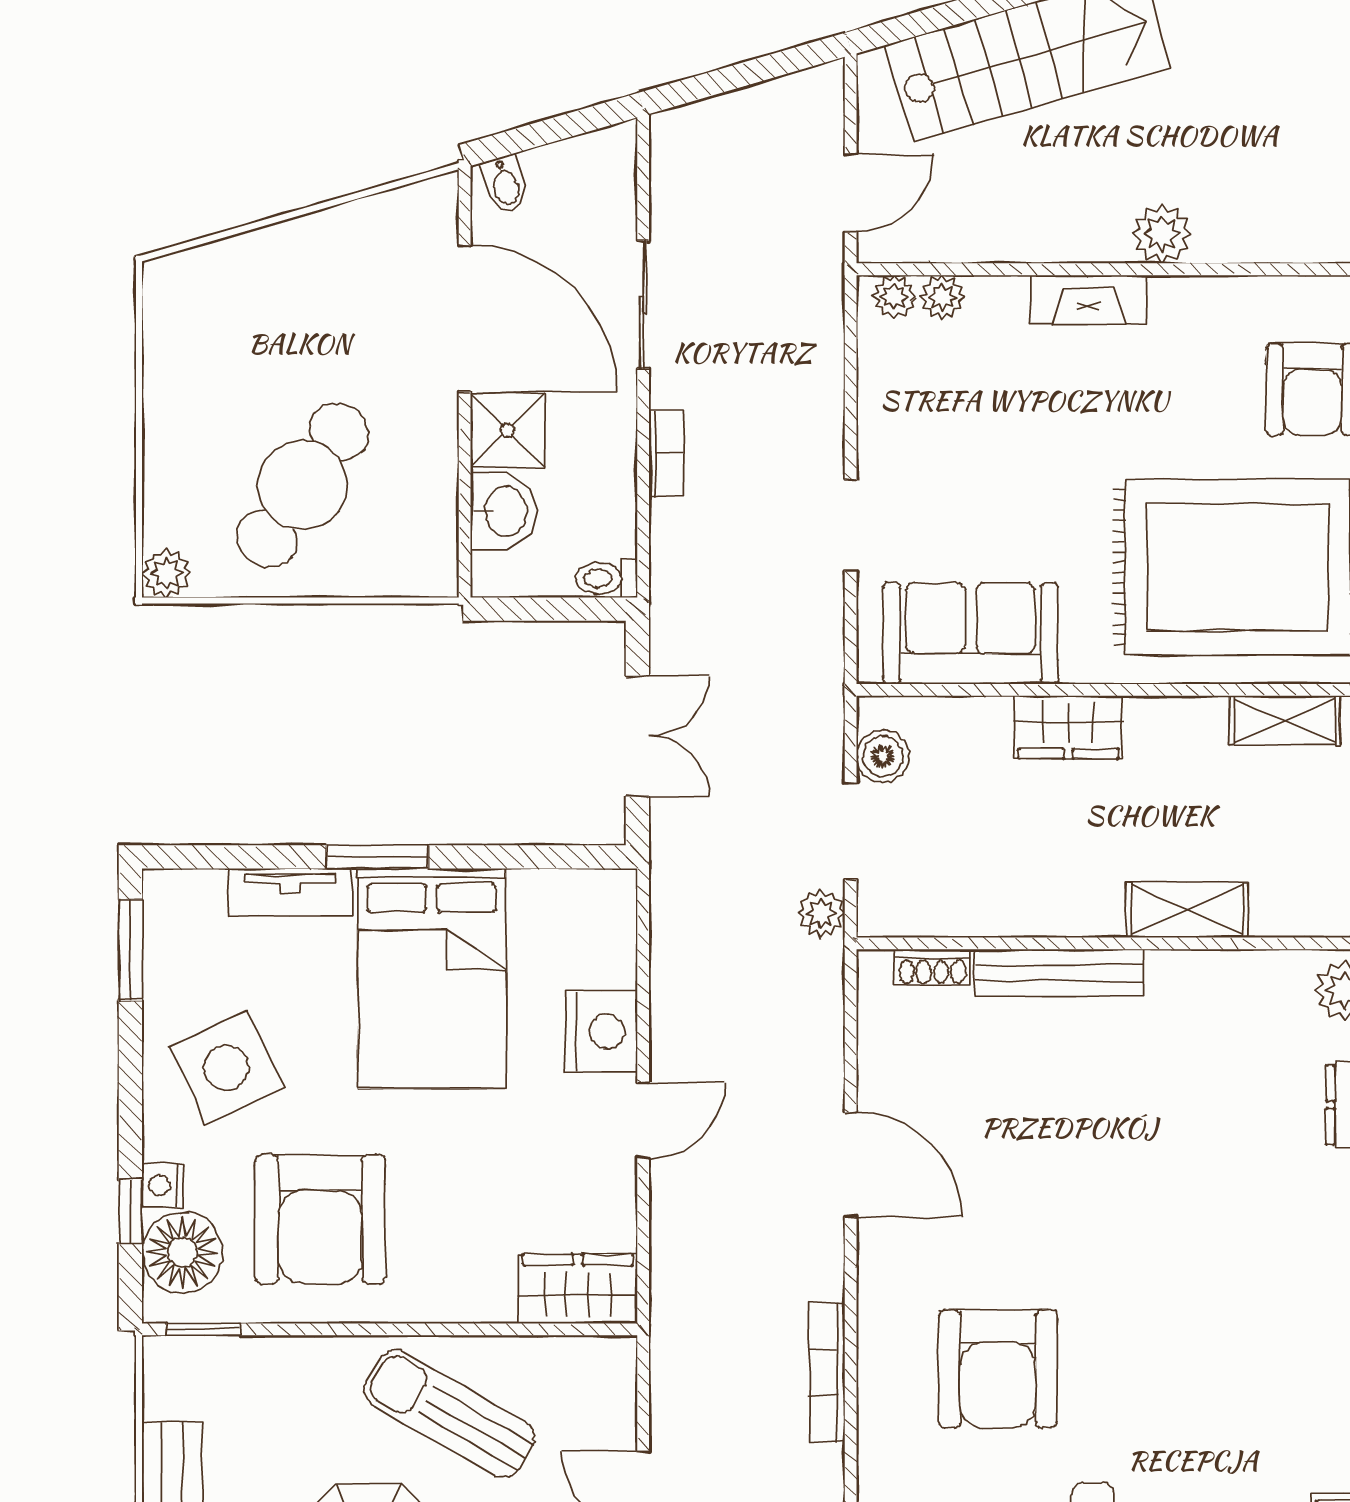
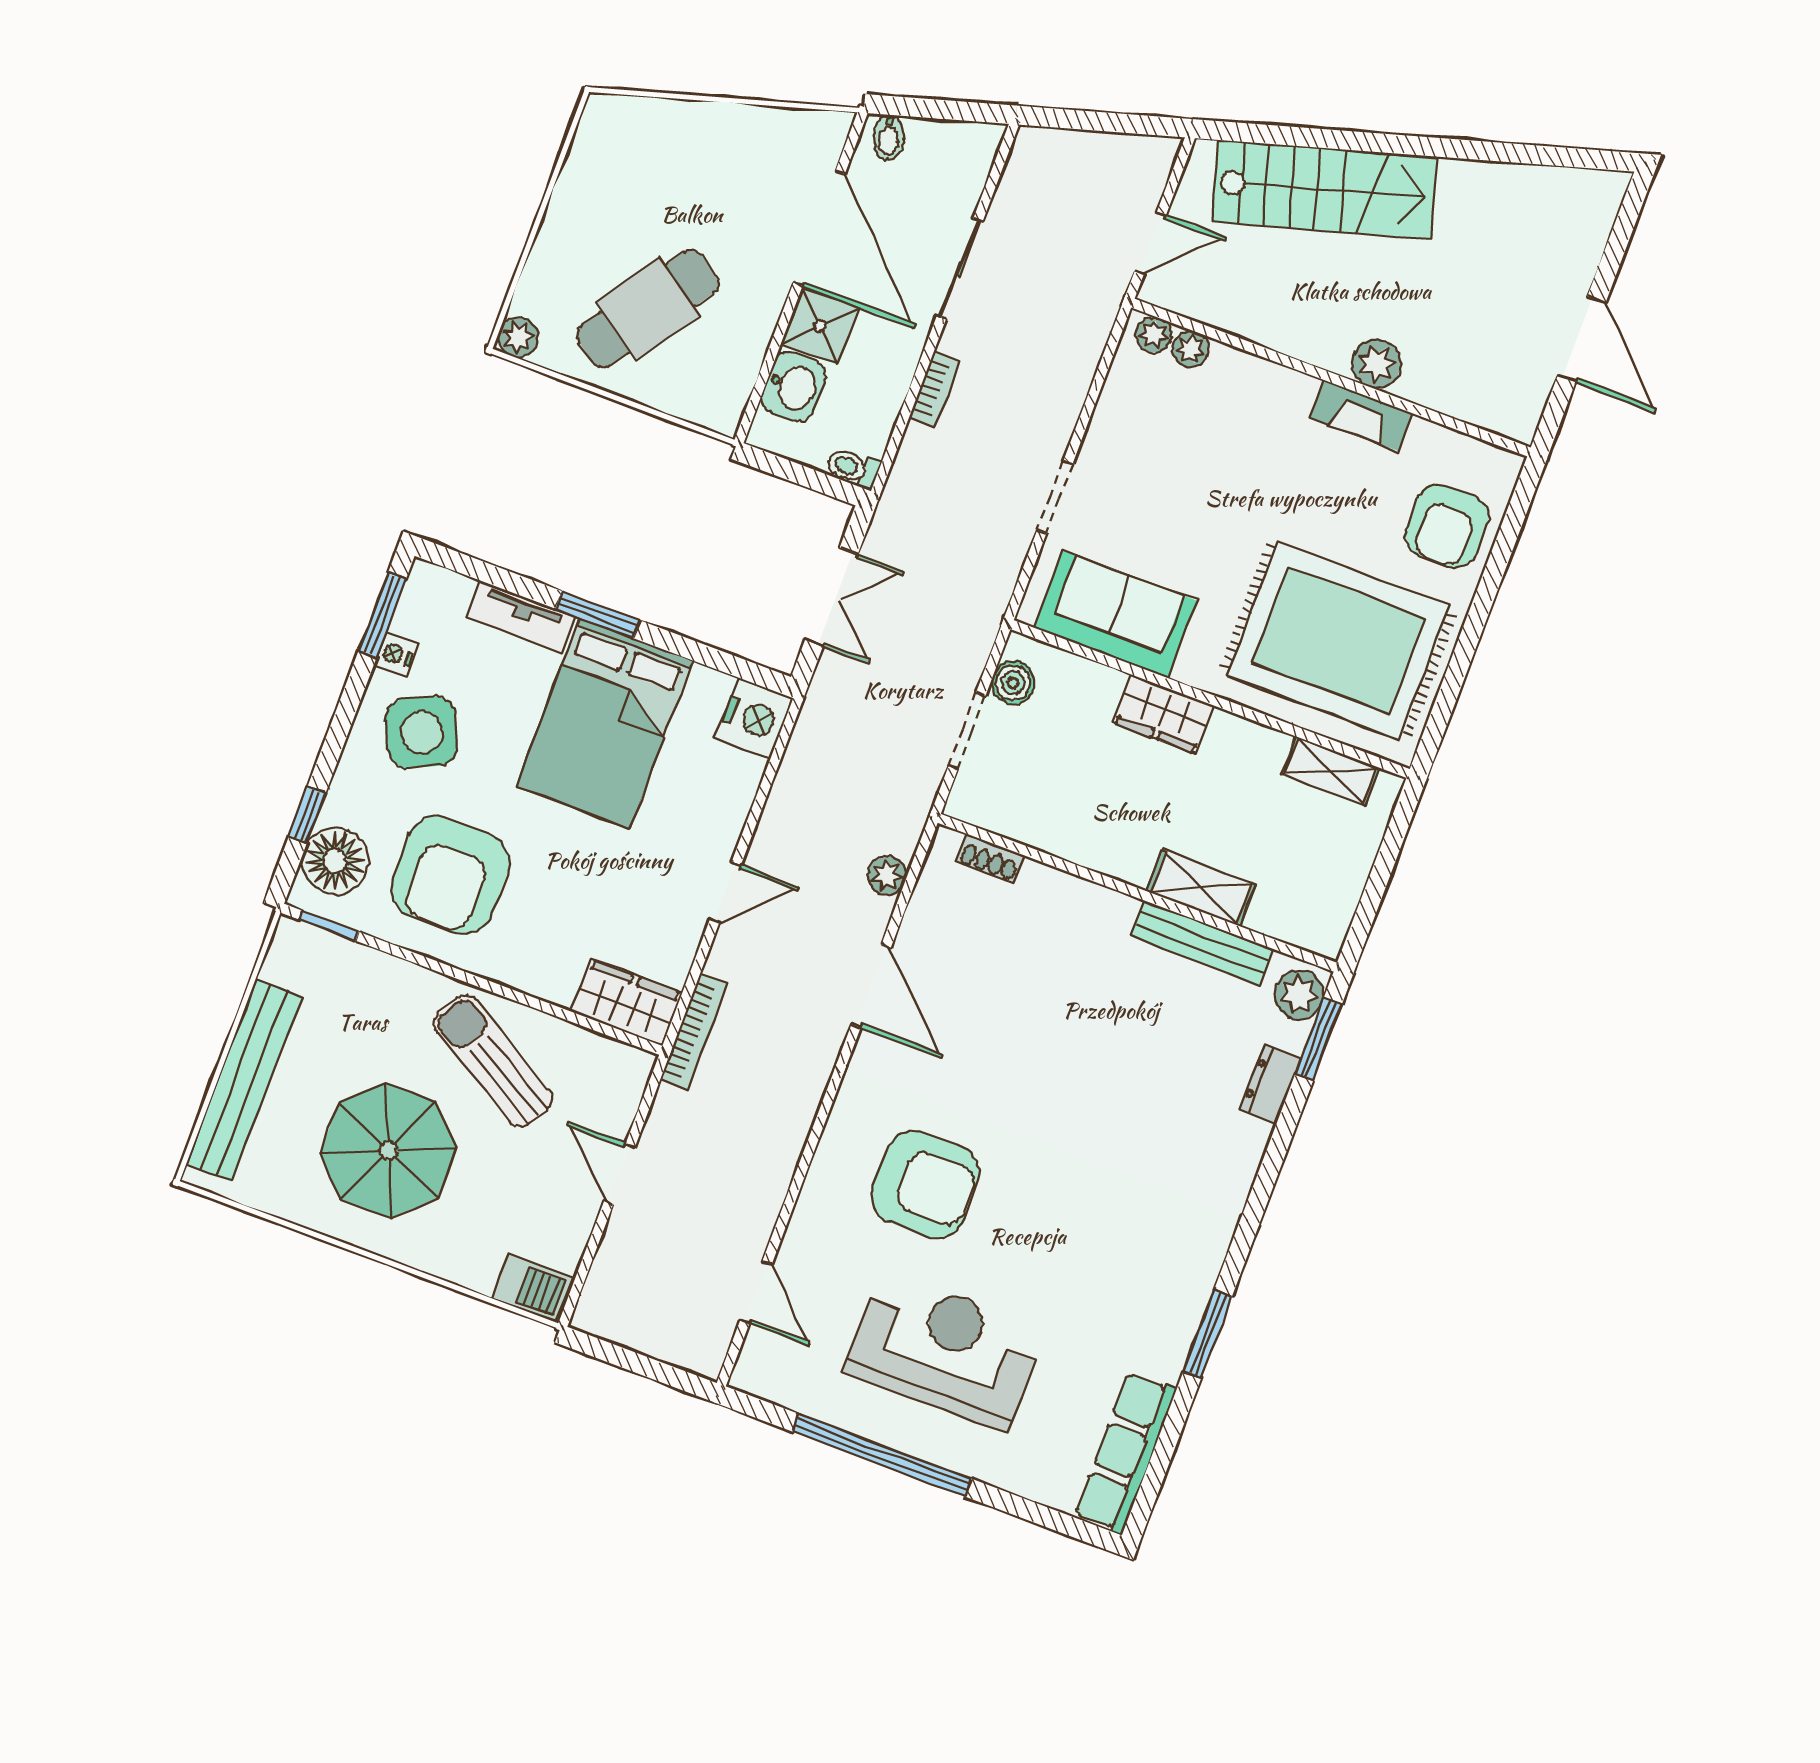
fireplace: (1089, 300) -> (1361, 416), moved
plant: (821, 913) -> (887, 875), moved
bench: (1059, 973) -> (1202, 943), moved
nightstand: (601, 1032) -> (754, 719), moved
nightstand: (163, 1185) -> (396, 654), moved
armchair: (998, 1369) -> (925, 1184), turned -90
bookcase: (827, 1372) -> (694, 1031), moved, turned 180

